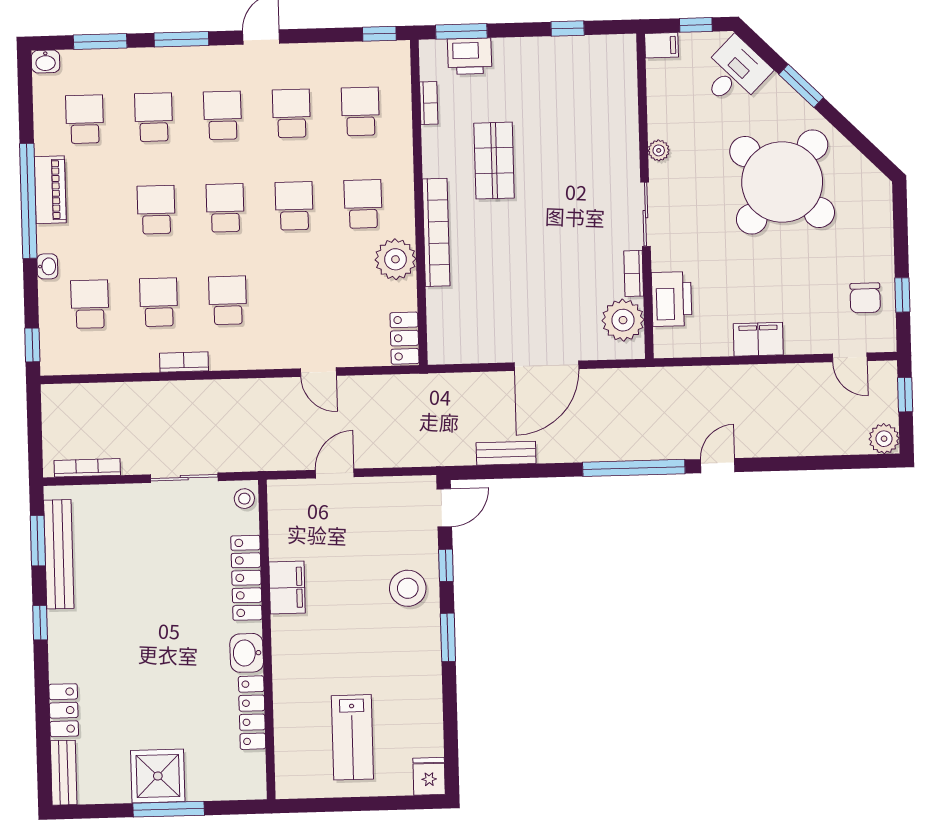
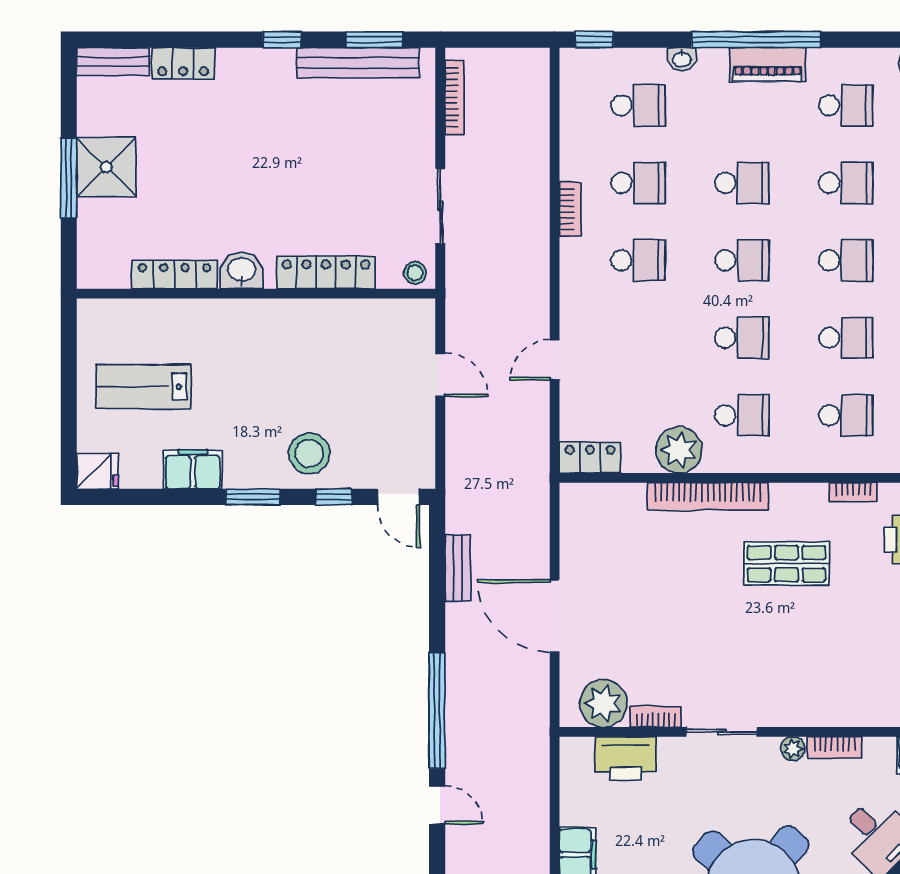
bookcase: (657, 113) -> (834, 747), added
filing cabinet: (287, 588) -> (193, 469), moved, turned 180

